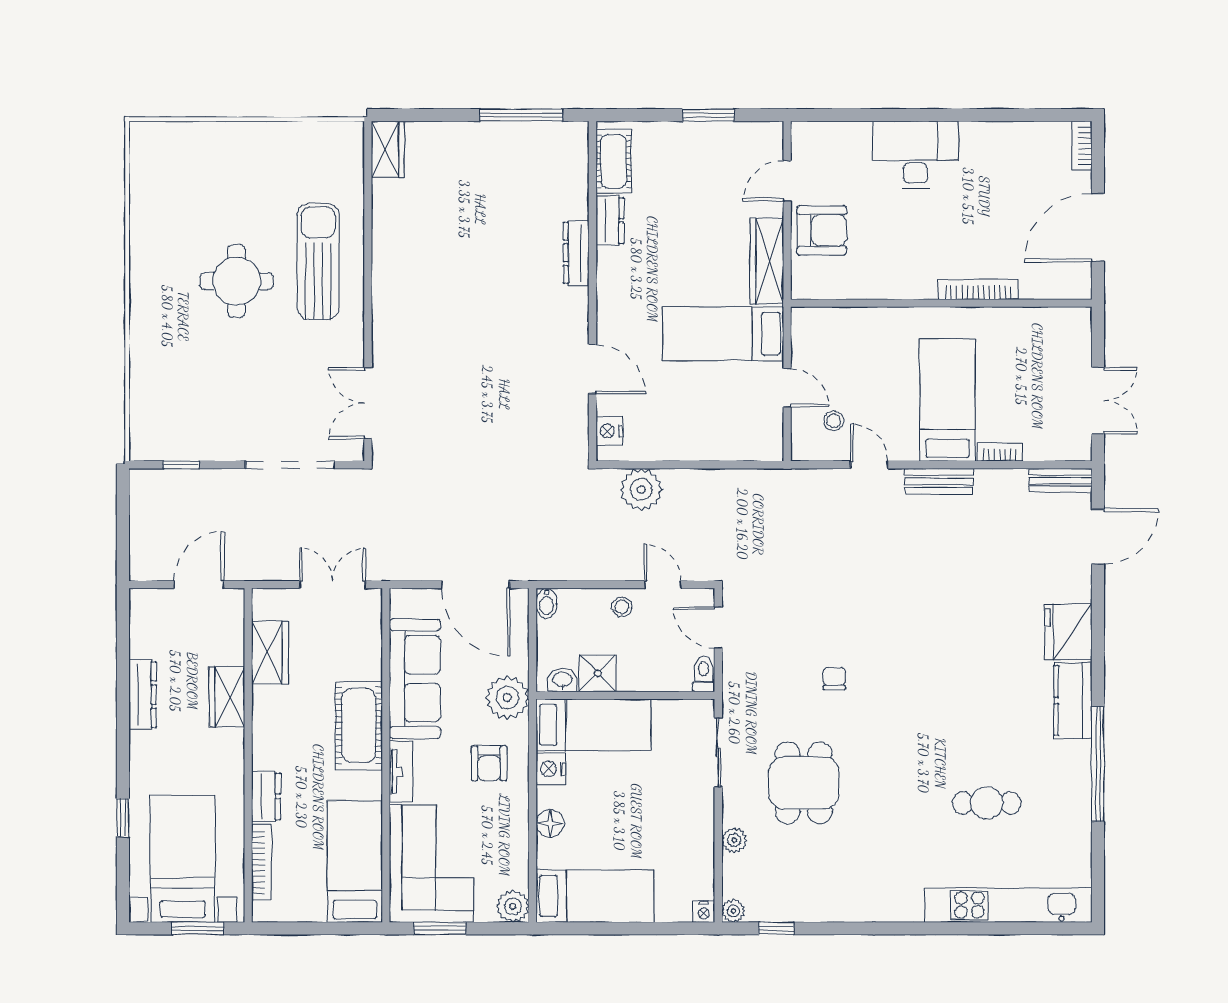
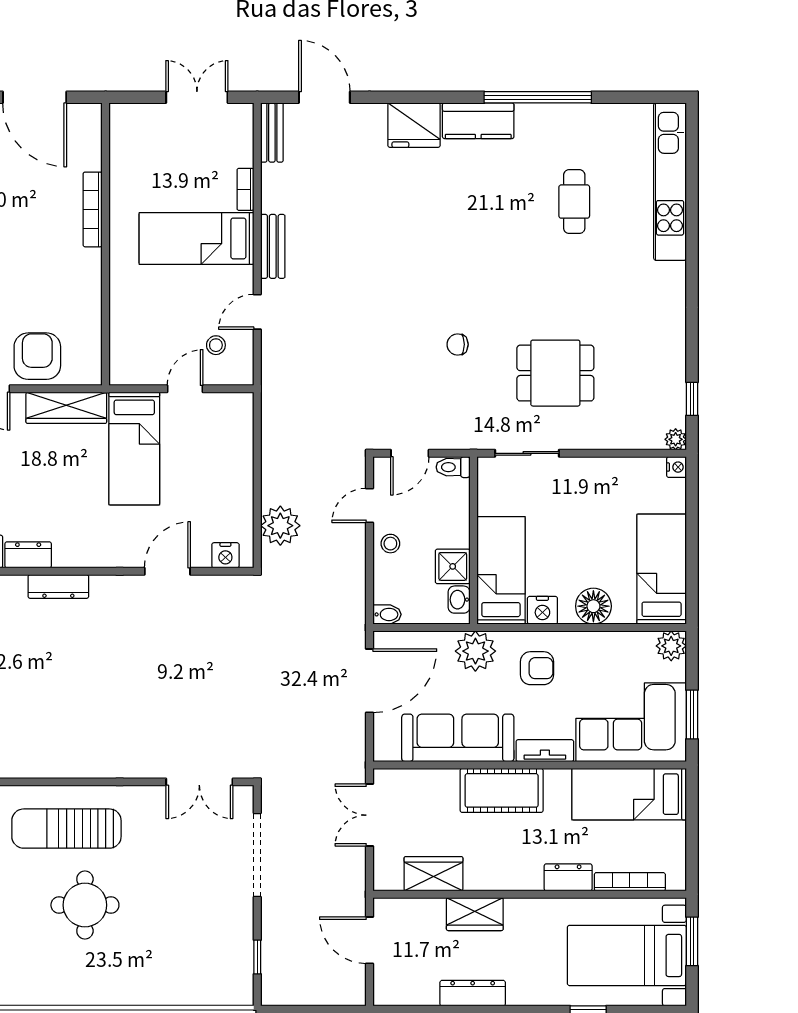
floor lamp: (550, 823) -> (593, 606), width x1.38, depth x1.38
plant: (734, 840) -> (609, 438), removed

